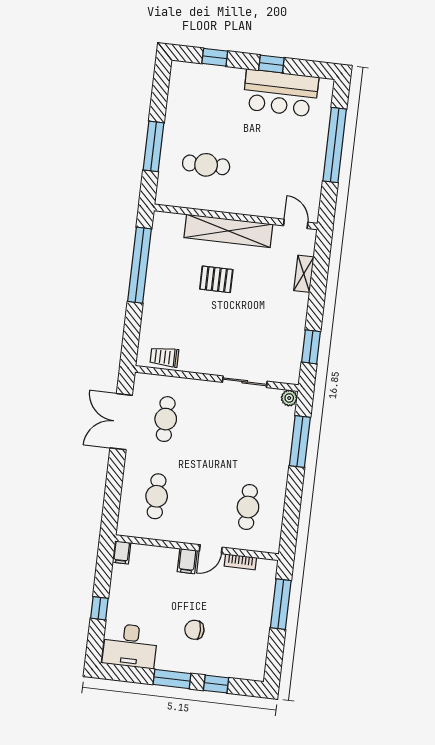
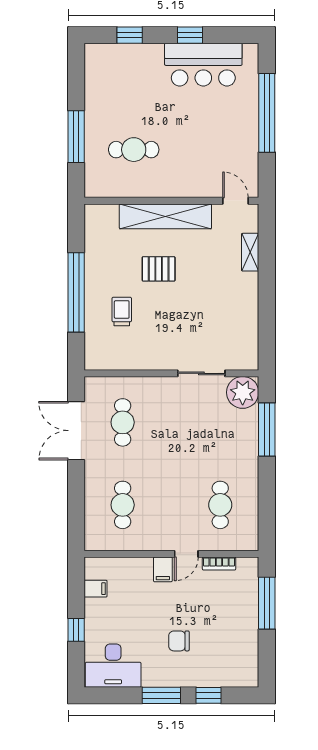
window: (140, 265) -> (76, 292), moved
window: (311, 347) -> (267, 328), removed
trolley: (164, 357) -> (122, 312), moved, turned 90
plant: (289, 398) -> (243, 392), width x1.88, depth x1.88
filing cabinet: (122, 552) -> (96, 589), moved, turned -90

